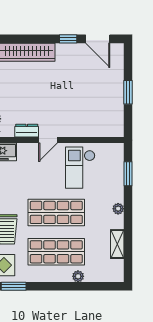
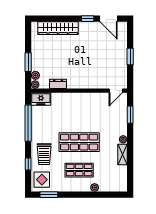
door: (48, 140) -> (116, 91), moved
checkout: (80, 168) -> (96, 110), removed
shelving: (117, 244) -> (122, 154), moved
shop shelf: (56, 252) -> (79, 170), width x0.70, depth x0.74

